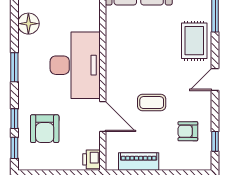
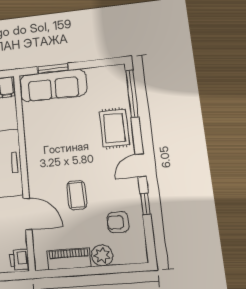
coffee table: (152, 103) -> (77, 195), turned 90
window: (215, 141) -> (145, 204), moved
plant: (170, 161) -> (102, 255), added

